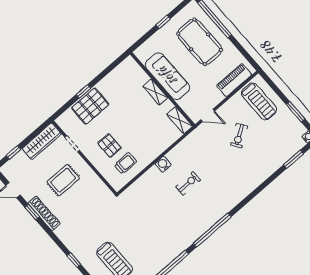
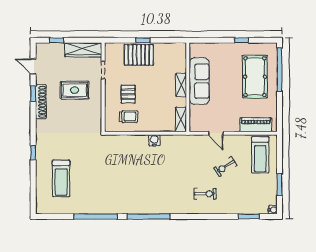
sofa: (167, 76) -> (199, 81), moved
wall: (163, 89) -> (188, 87), moved
shelving: (155, 92) -> (181, 85), moved
shelving: (180, 120) -> (181, 119), moved
exercise bike: (188, 183) -> (205, 194), moved

